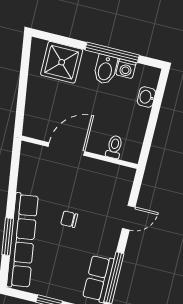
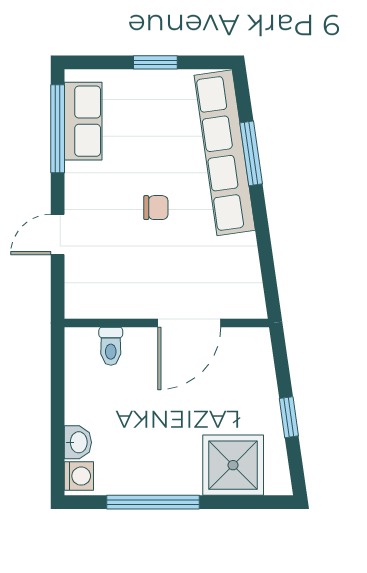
bidet: (105, 69) -> (157, 471), removed
washing machine: (126, 69) -> (79, 476), moved, turned 90
window: (23, 82) -> (289, 417), added

